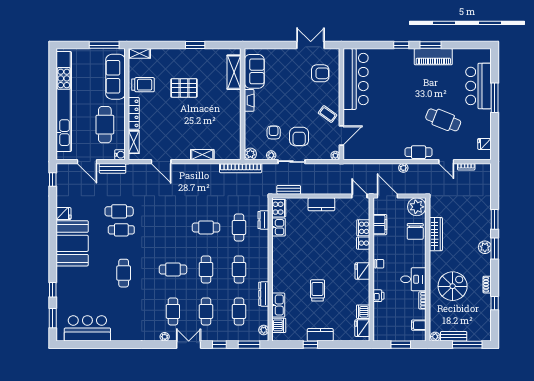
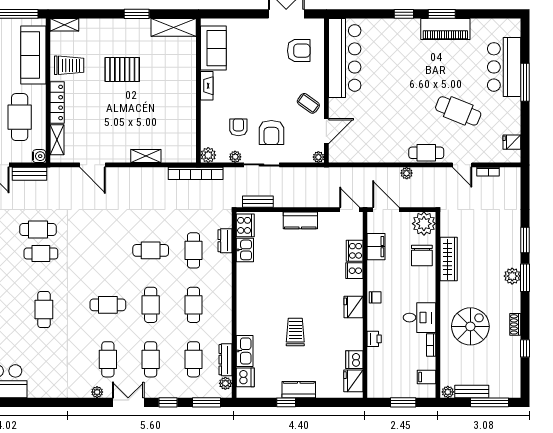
shelving: (234, 72) -> (174, 27), moved, turned 90
dresser: (264, 294) -> (225, 360), moved

